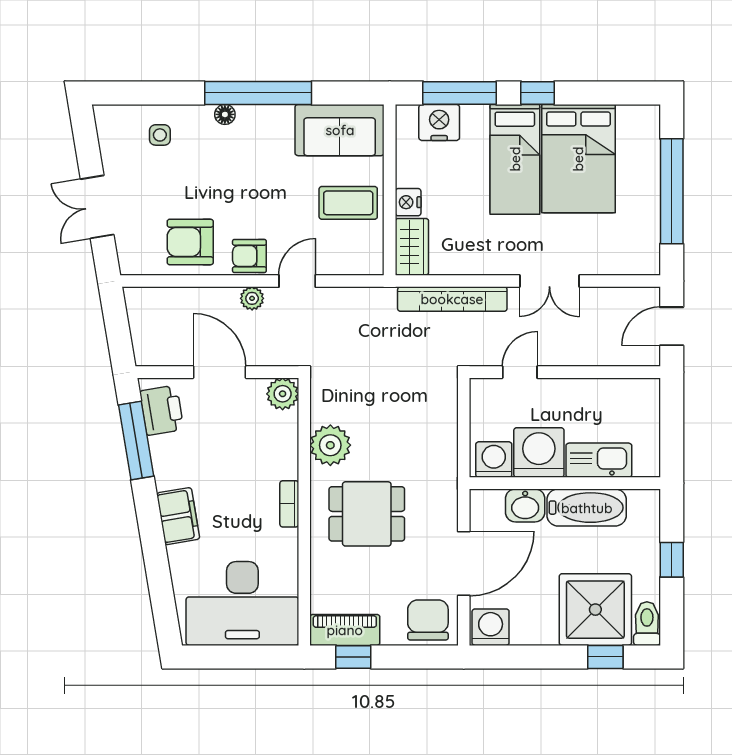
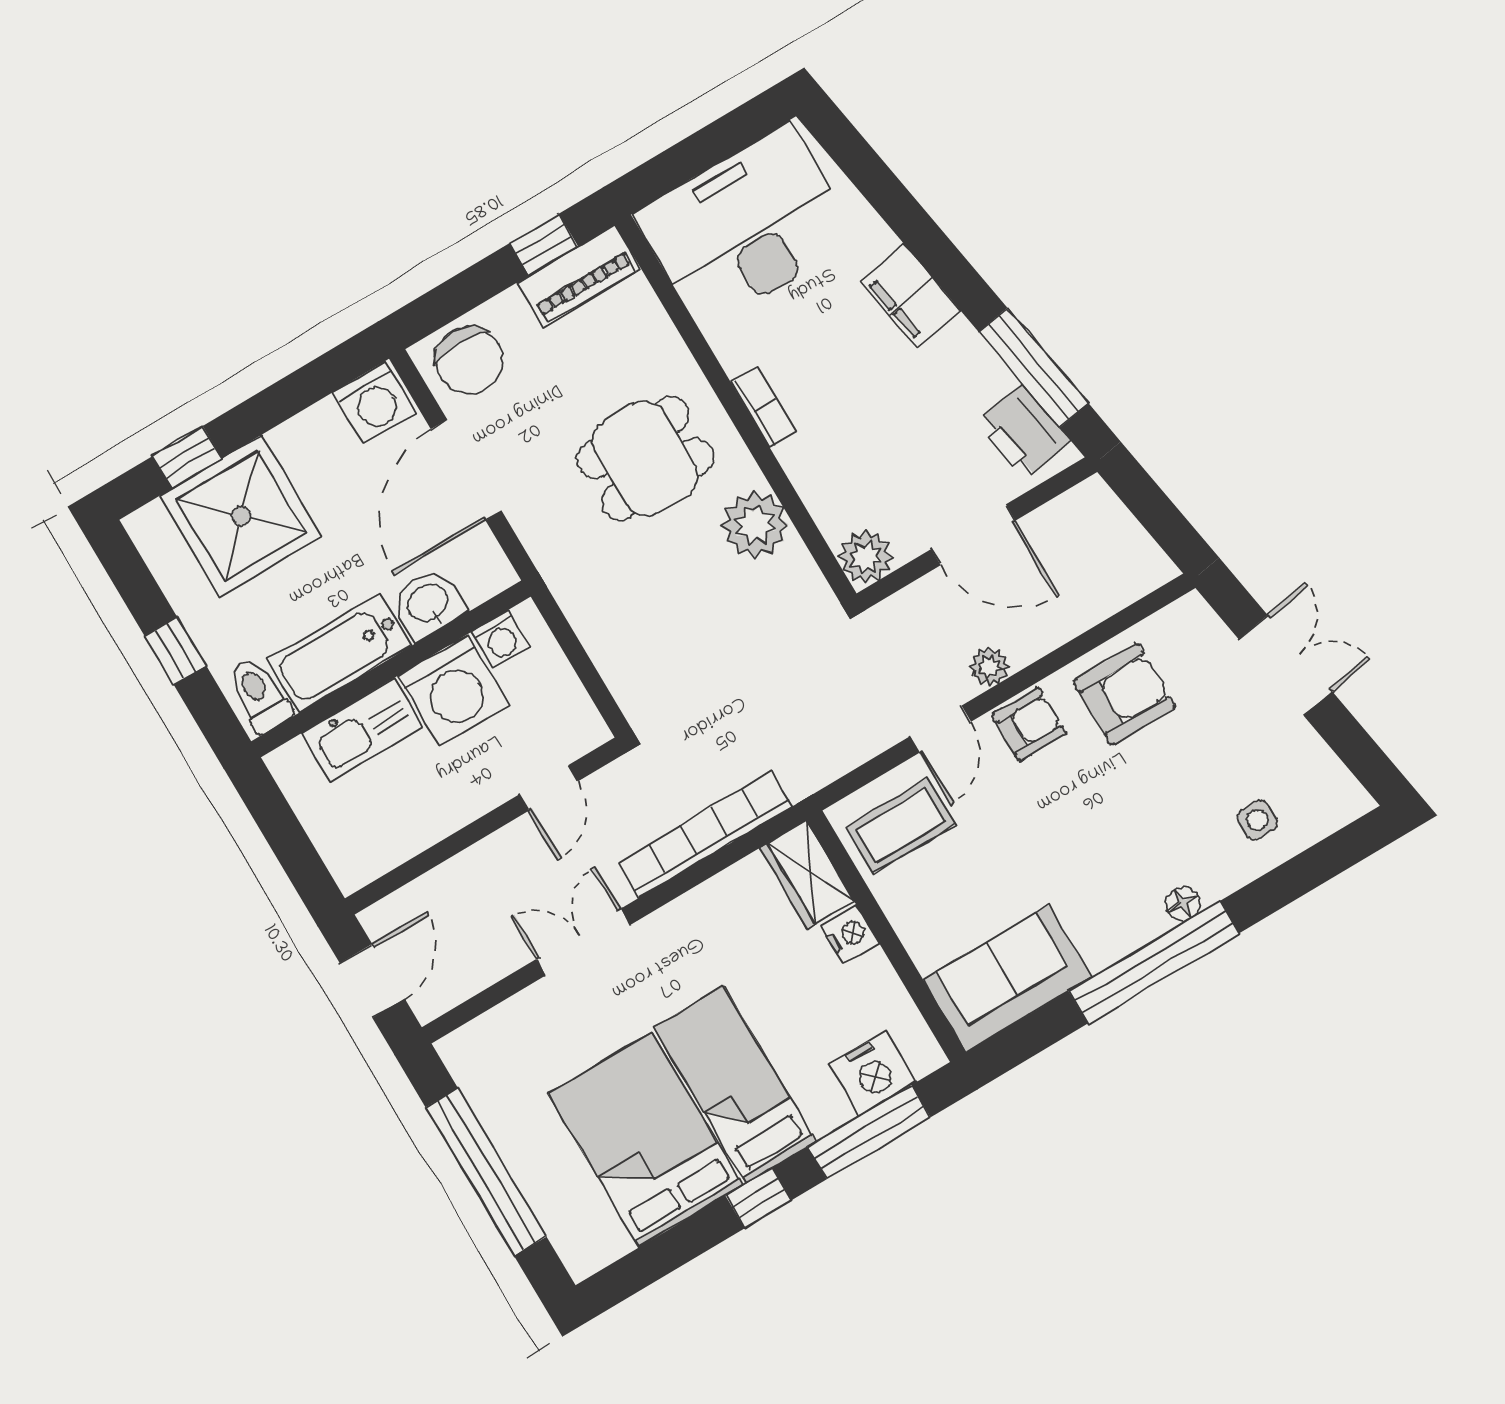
coffee table: (348, 203) -> (901, 825), moved
washing machine: (494, 460) -> (500, 640), width x0.73, depth x0.73
toilet: (647, 624) -> (259, 695), moved, turned 180

